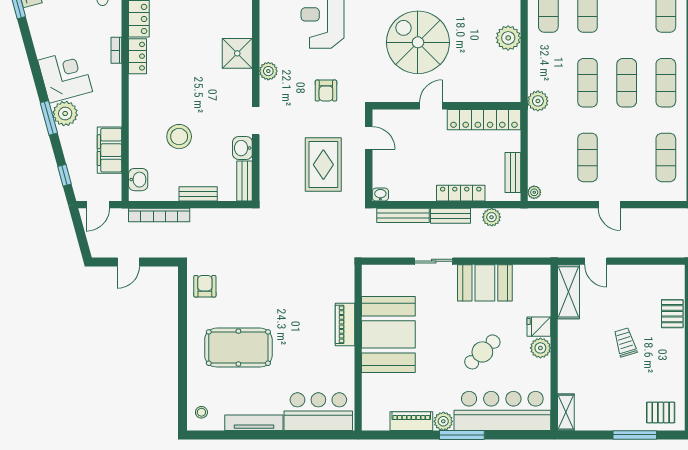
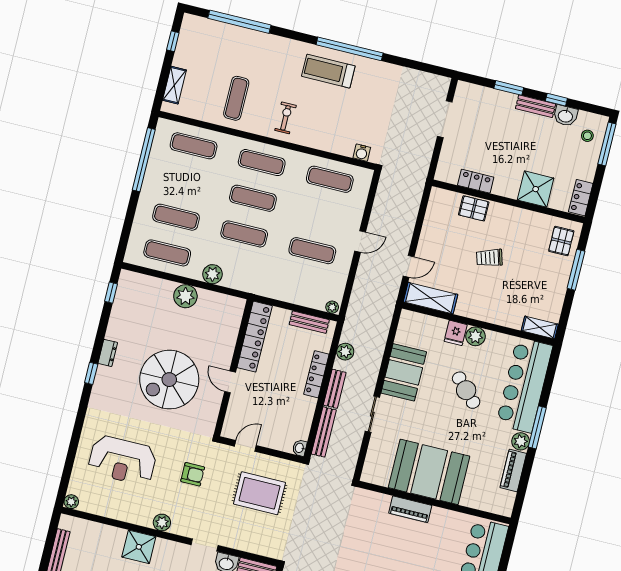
plant: (538, 101) -> (213, 274), moved

